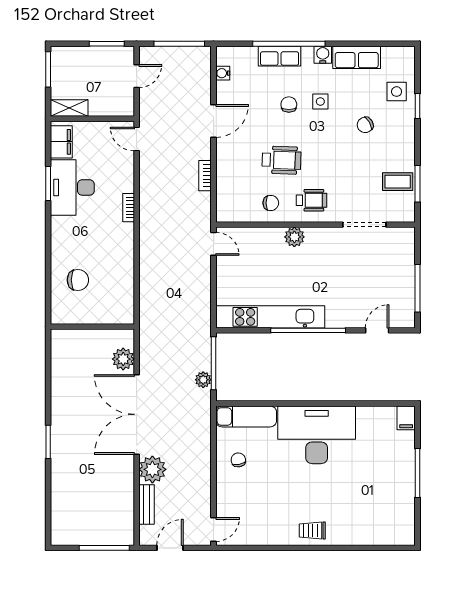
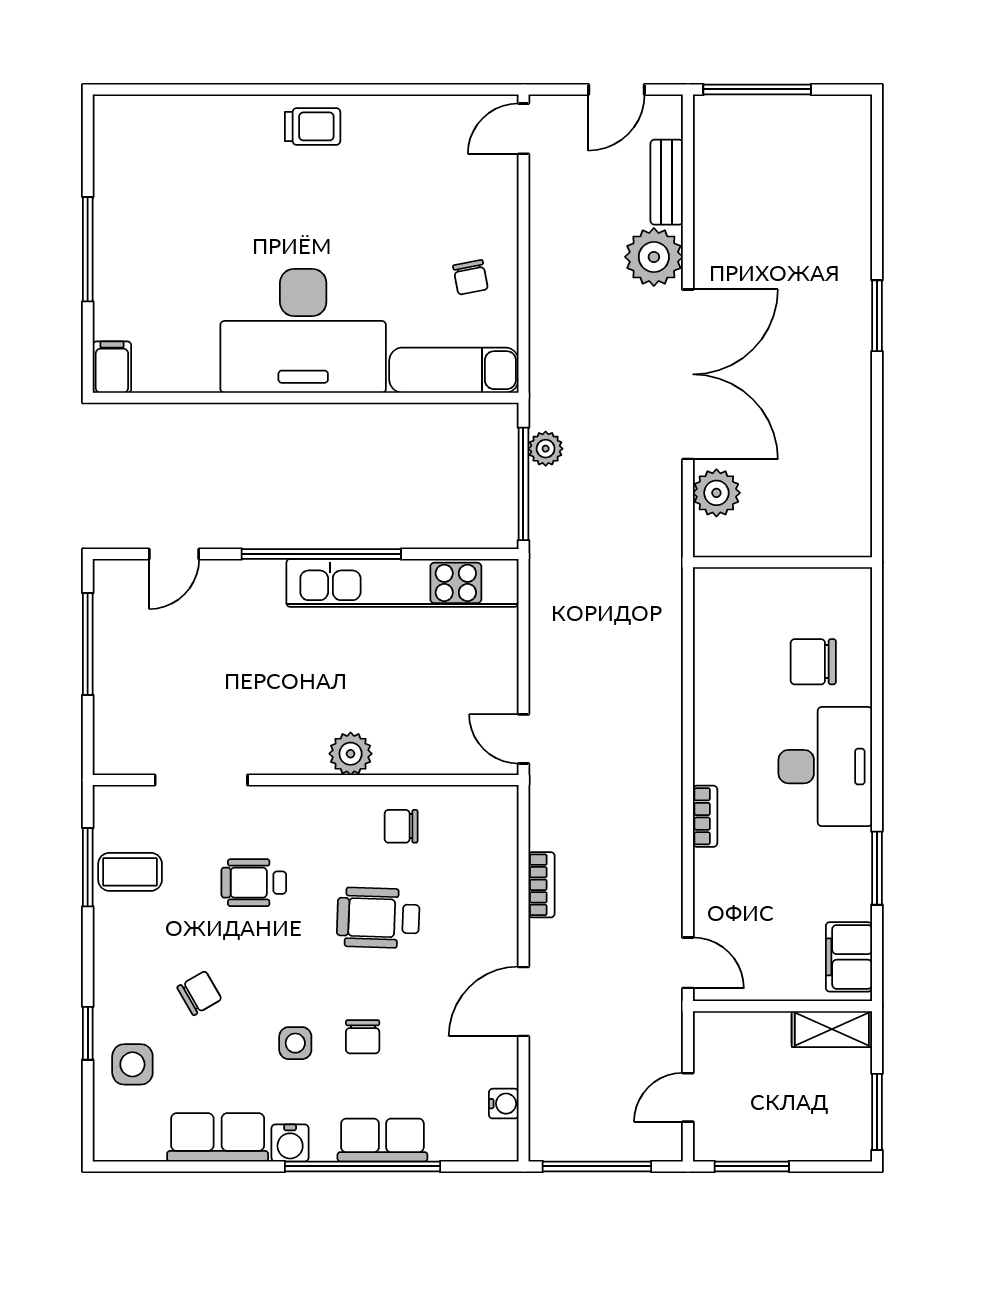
desk: (72, 187) -> (825, 767), moved
wheelchair: (311, 200) -> (254, 883), moved

